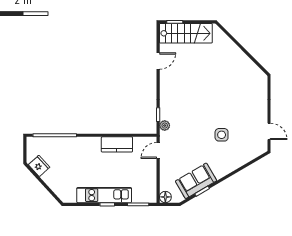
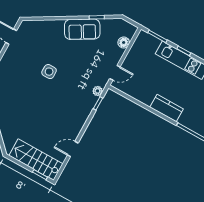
side table: (222, 135) -> (49, 72), moved
kitchen counter: (117, 144) -> (167, 108), moved
sofa: (196, 181) -> (82, 29), moved
floor lamp: (165, 197) -> (124, 42), moved

